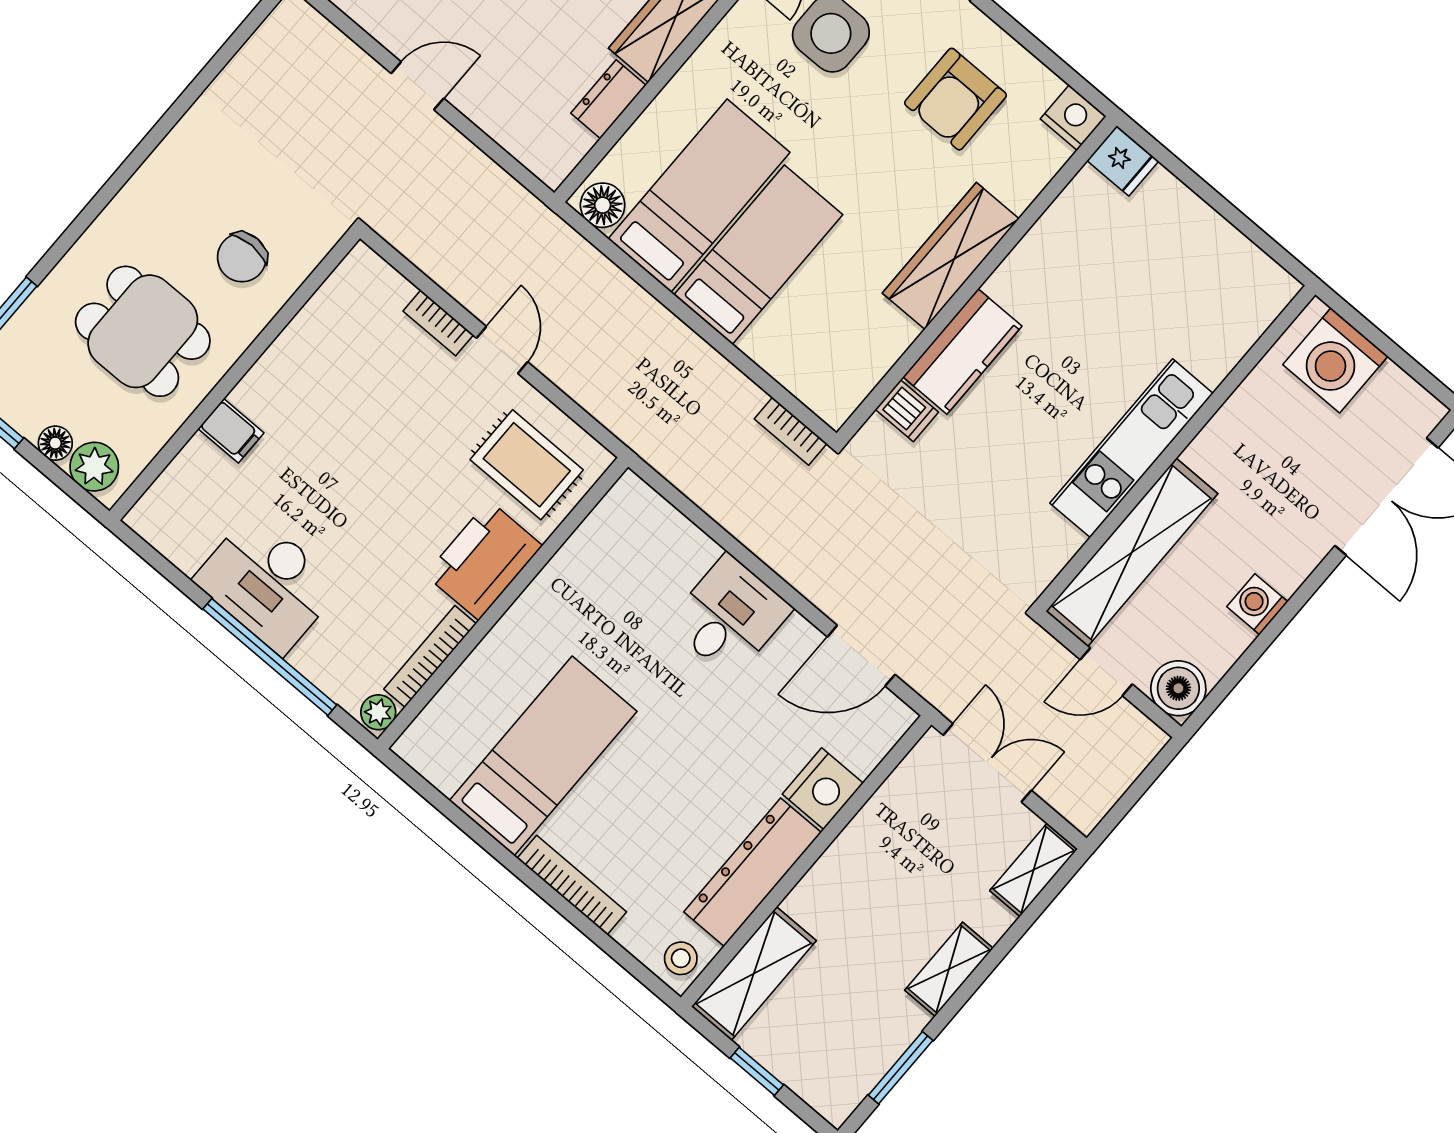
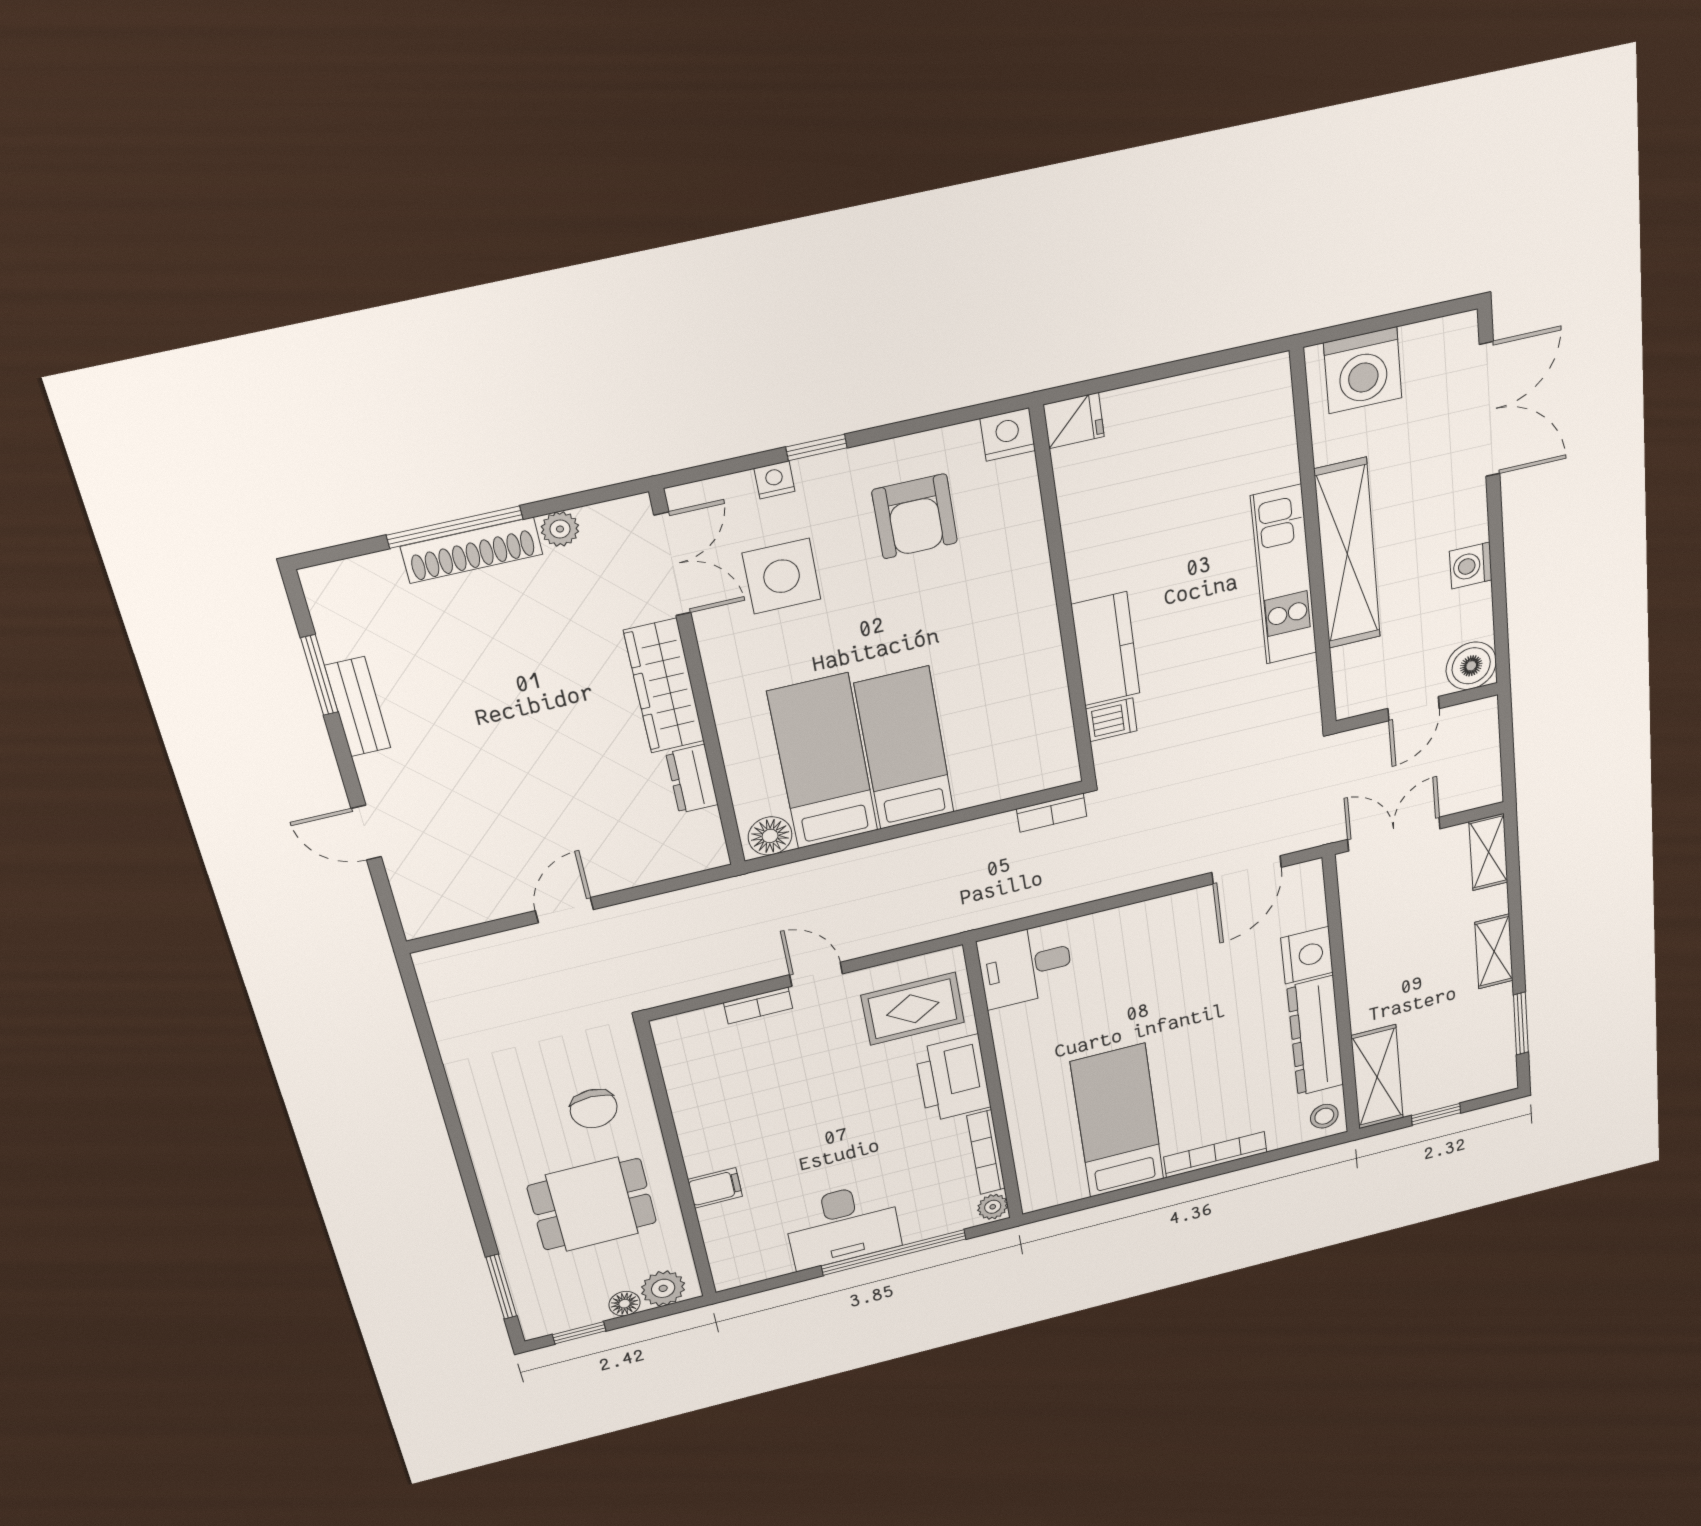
wardrobe: (951, 256) -> (1029, 607), removed
shelving: (1132, 552) -> (1347, 554), moved
desk: (729, 616) -> (1025, 965), moved, turned -90

